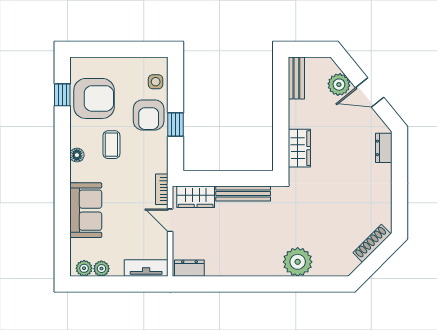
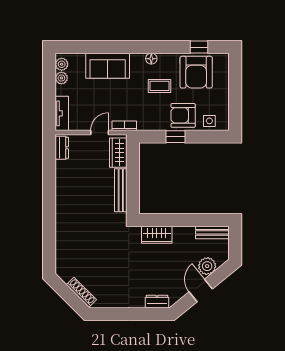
plant: (298, 262) -> (67, 233), removed

